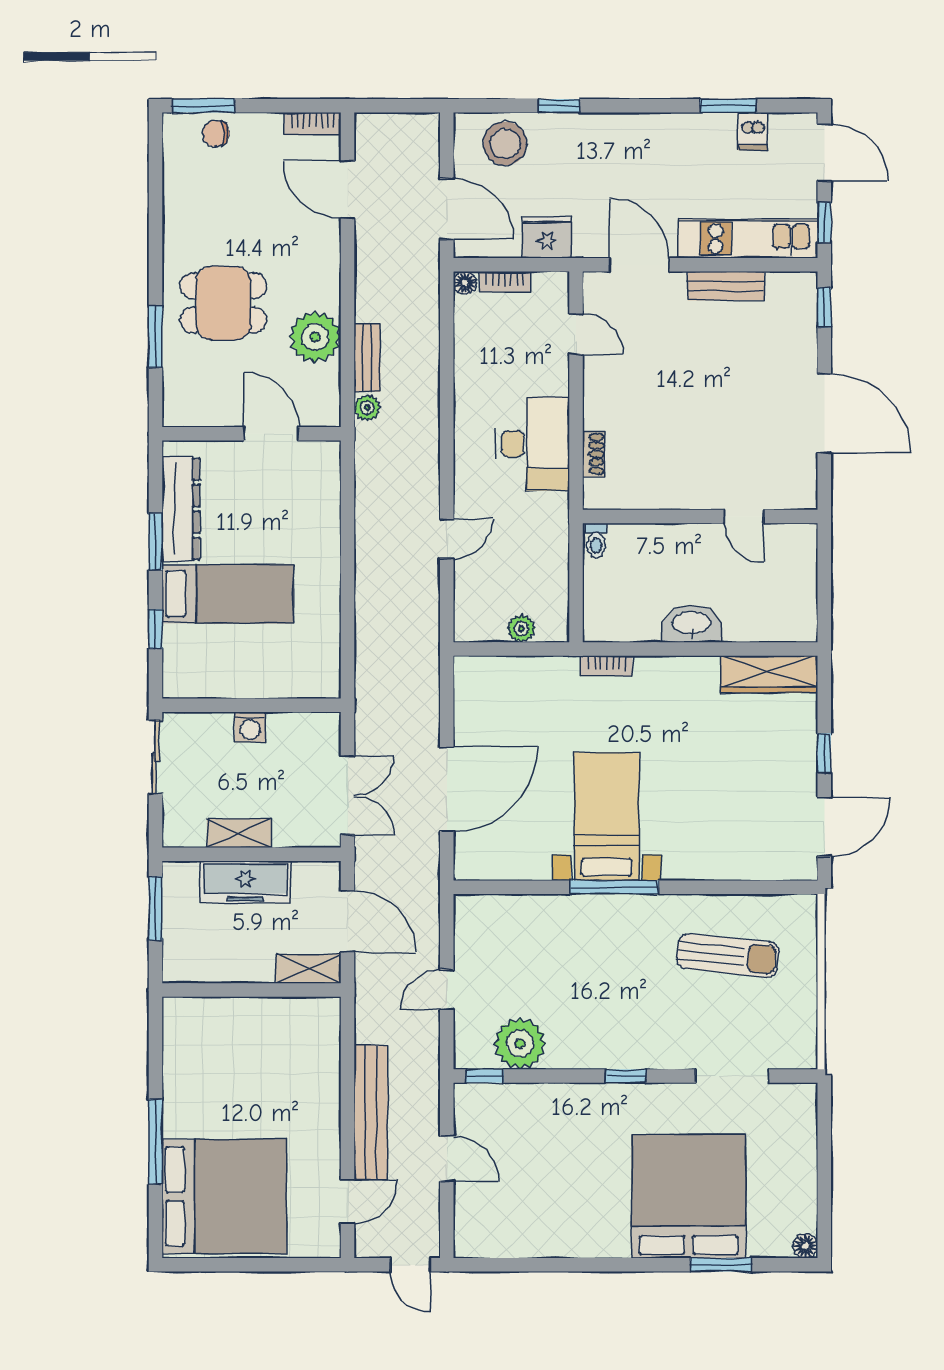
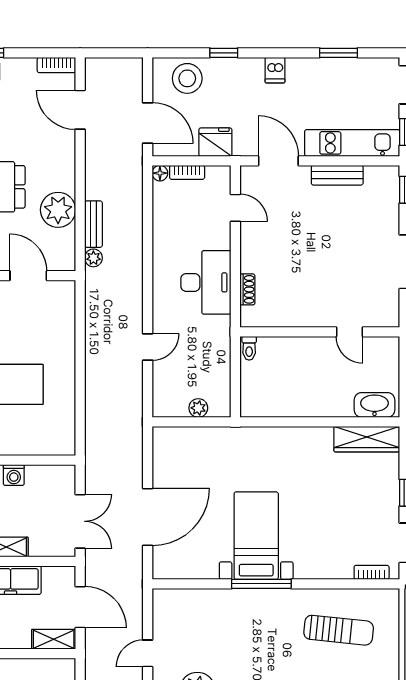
dishwasher: (753, 131) -> (275, 70), moved
washbasin: (692, 624) -> (375, 405), moved
bookcase: (607, 666) -> (372, 572), moved, turned 180

